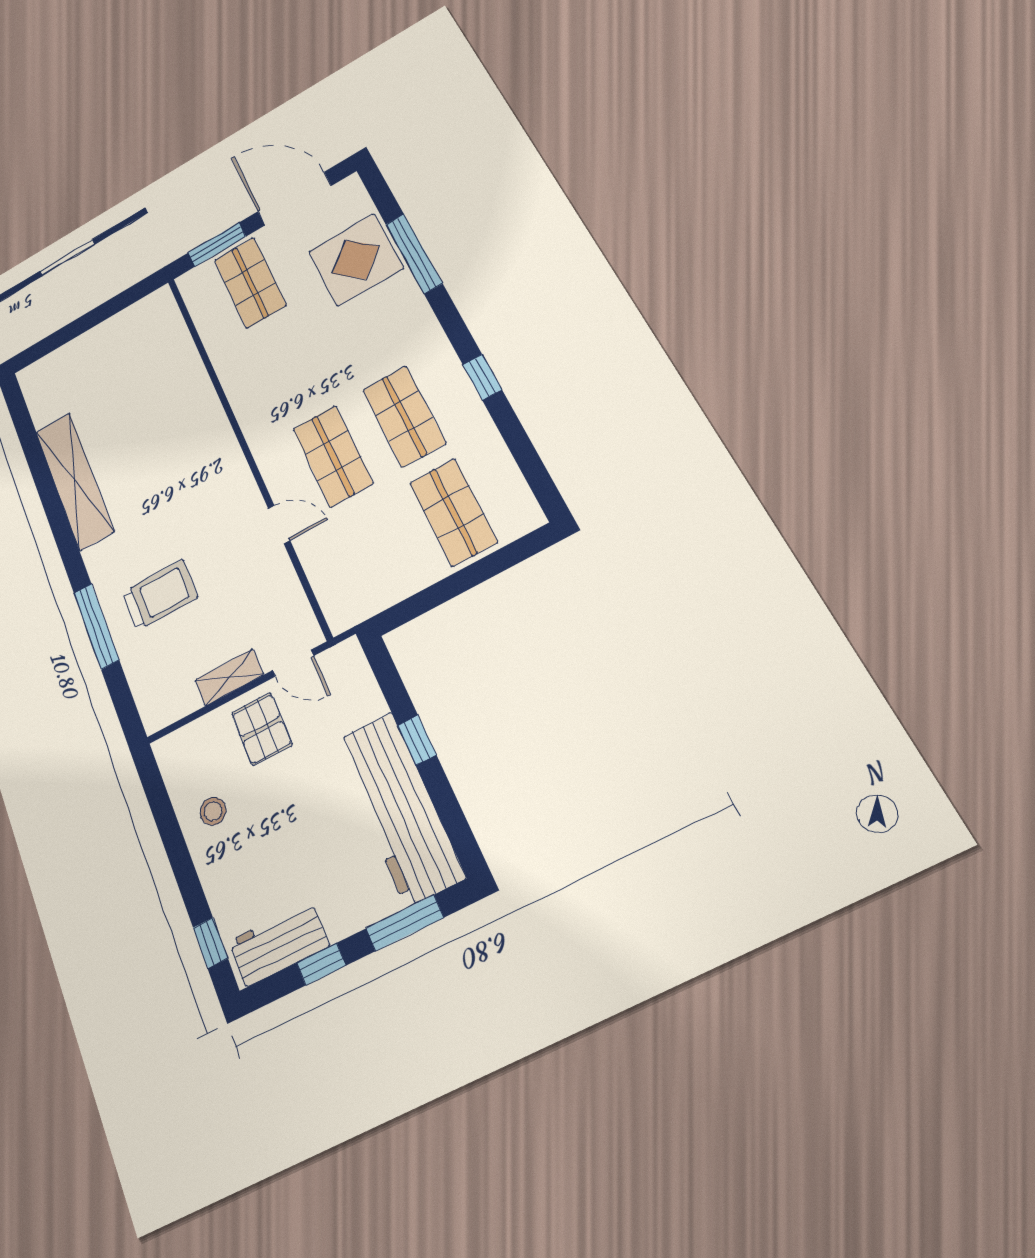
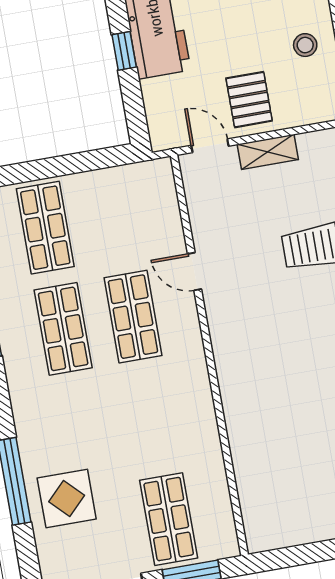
display table: (356, 260) -> (67, 498), width x0.73, depth x0.73

